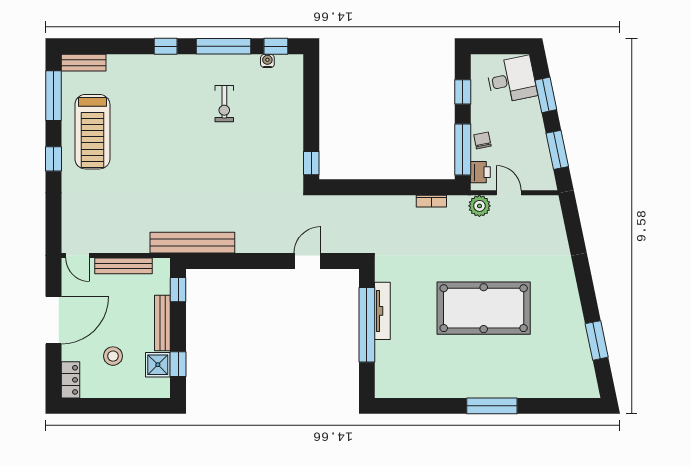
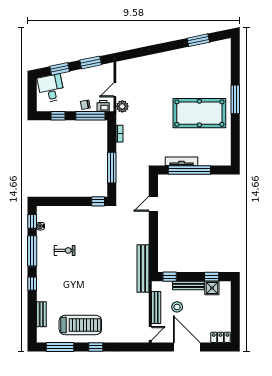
bench: (84, 63) -> (41, 314), moved
window: (371, 187) -> (112, 168), added
door: (307, 261) -> (153, 204), hinge flipped
pool table: (484, 308) -> (199, 113), moved, turned 90
stool: (113, 356) -> (177, 307), moved

